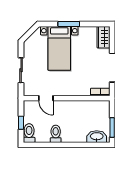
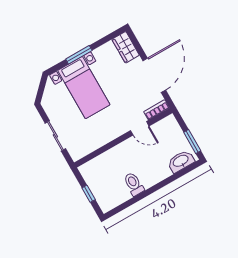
door: (46, 98) -> (140, 128), moved
toilet: (29, 133) -> (104, 200), removed

